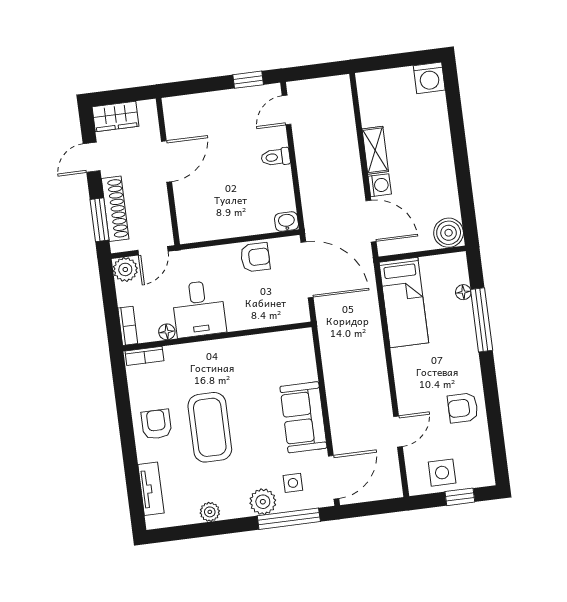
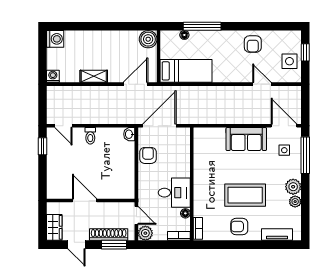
washing machine: (380, 185) -> (53, 76), moved
plant: (263, 502) -> (293, 187), moved

